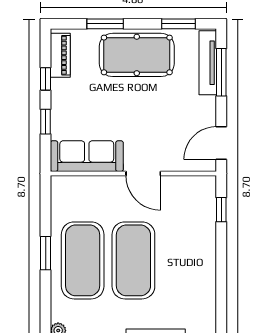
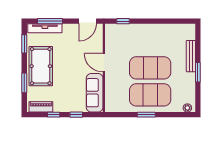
door: (221, 143) -> (88, 21), hinge flipped
door: (143, 173) -> (104, 63), swing flipped

